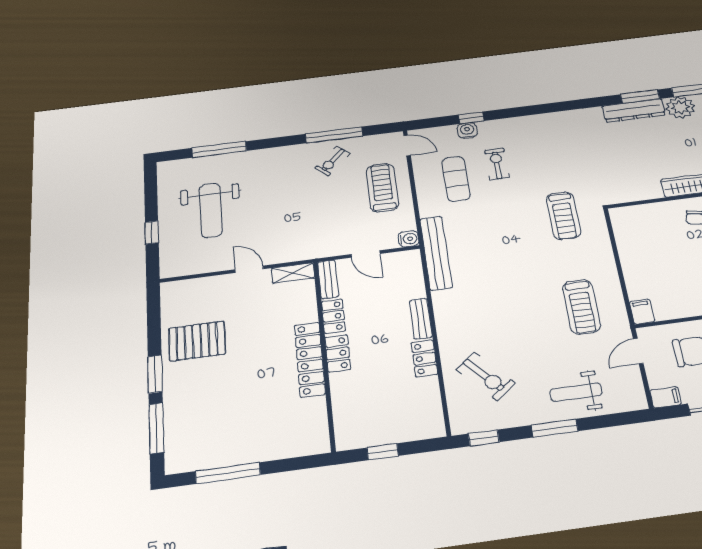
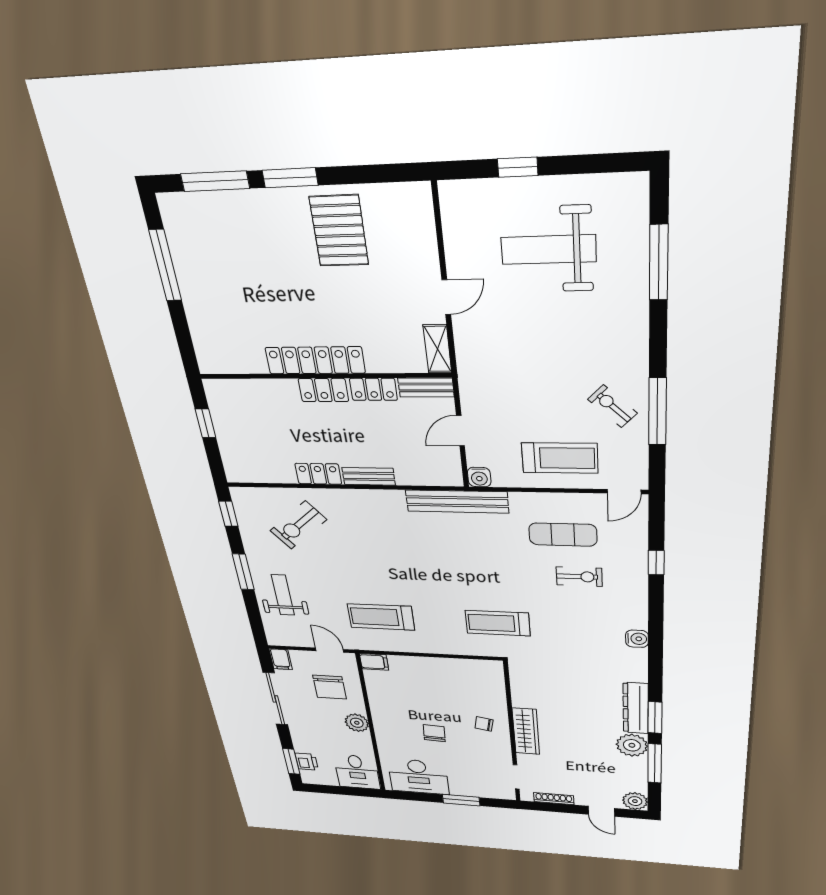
water cooler: (467, 130) -> (637, 639), moved

